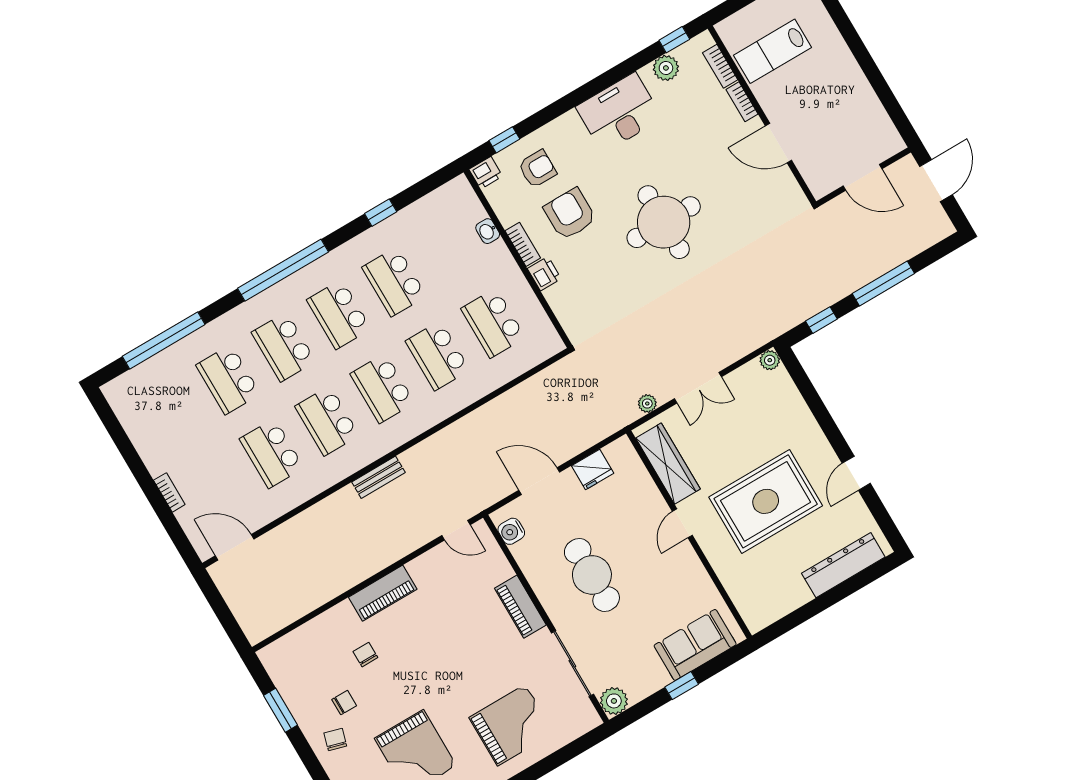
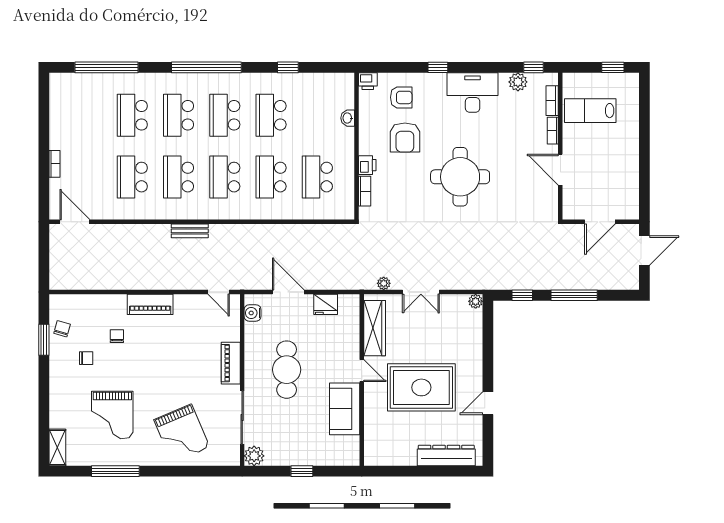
window: (504, 140) -> (438, 67), moved
door: (863, 177) -> (600, 222), hinge flipped
armchair: (570, 214) -> (405, 137), turned 180
bookcase: (523, 244) -> (365, 191), moved
door: (682, 523) -> (362, 371), swing flipped
sofa: (695, 645) -> (345, 409), moved, turned -90
grand piano: (512, 725) -> (182, 433), turned 67
chair: (335, 740) -> (62, 329), moved

